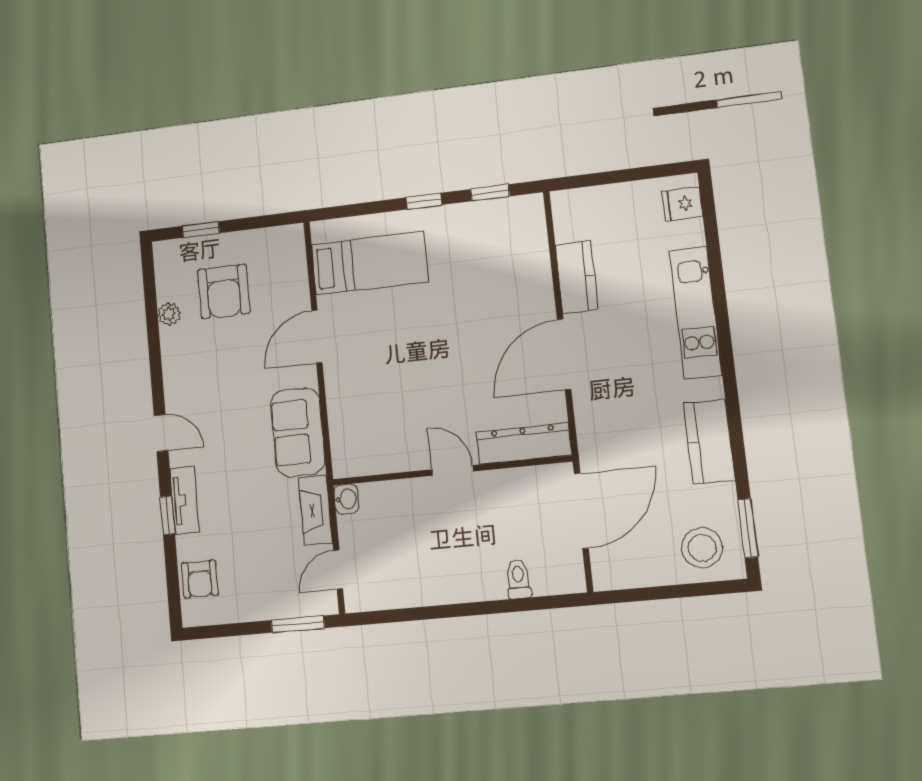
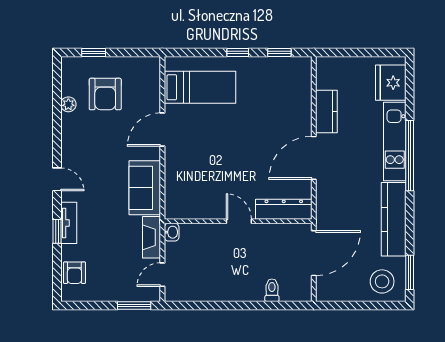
fridge: (682, 204) -> (391, 83), width x1.88, depth x1.34
window: (724, 333) -> (410, 156), added
kitchen counter: (709, 441) -> (394, 219), width x1.50

